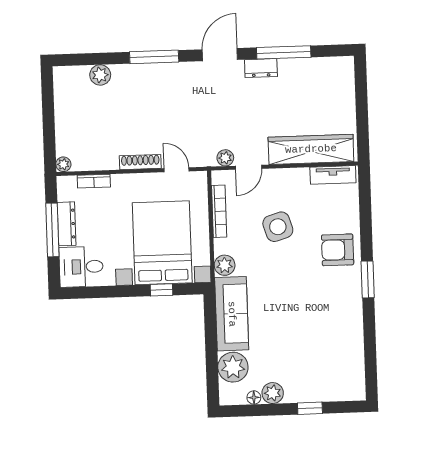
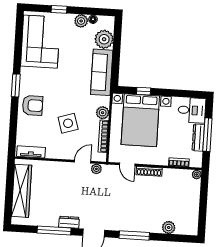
wardrobe: (311, 149) -> (21, 191), moved, turned -90
plant: (225, 265) -> (103, 113), moved
corner sofa: (335, 354) -> (40, 42), added

